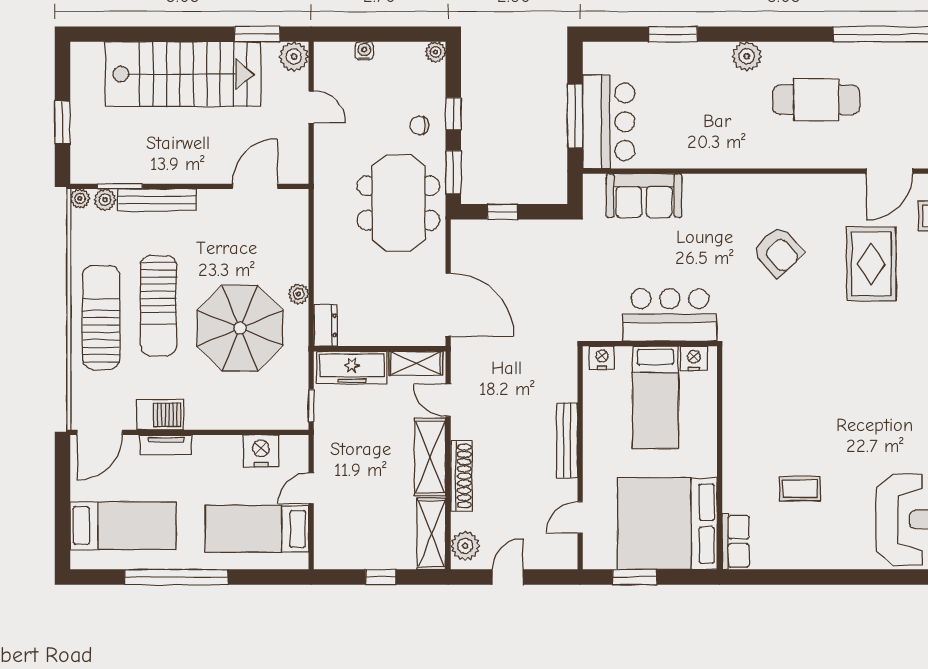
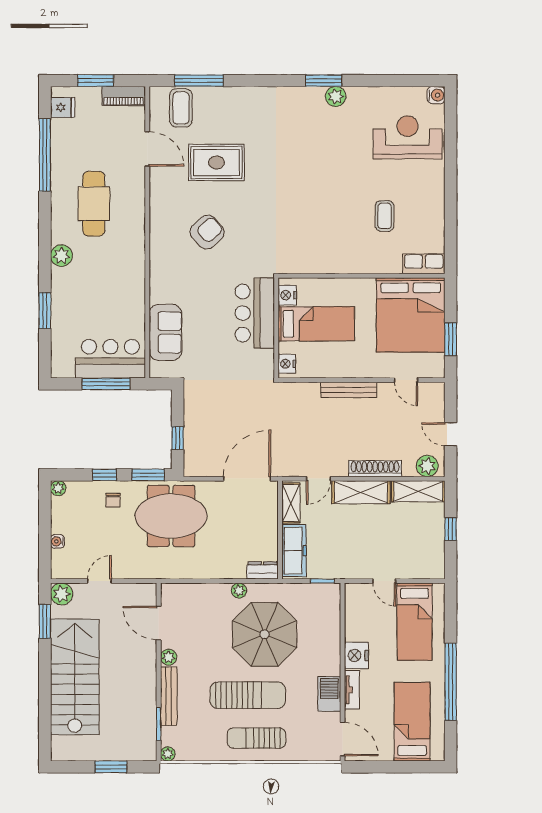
plant: (105, 200) -> (169, 657), moved
sun lounger: (101, 317) -> (257, 738), width x0.73, depth x0.75
nightstand: (261, 451) -> (356, 655), moved

